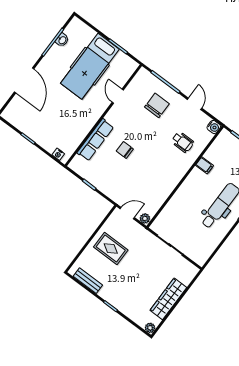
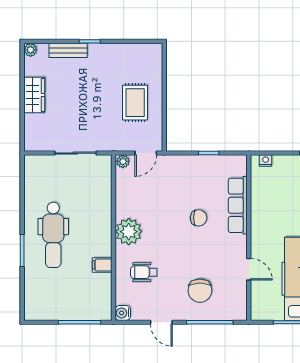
plant: (173, 173) -> (129, 232), added
rug: (111, 249) -> (135, 103), turned 90
bench: (88, 281) -> (68, 50), moved
wardrobe: (168, 299) -> (34, 95), width x0.67

